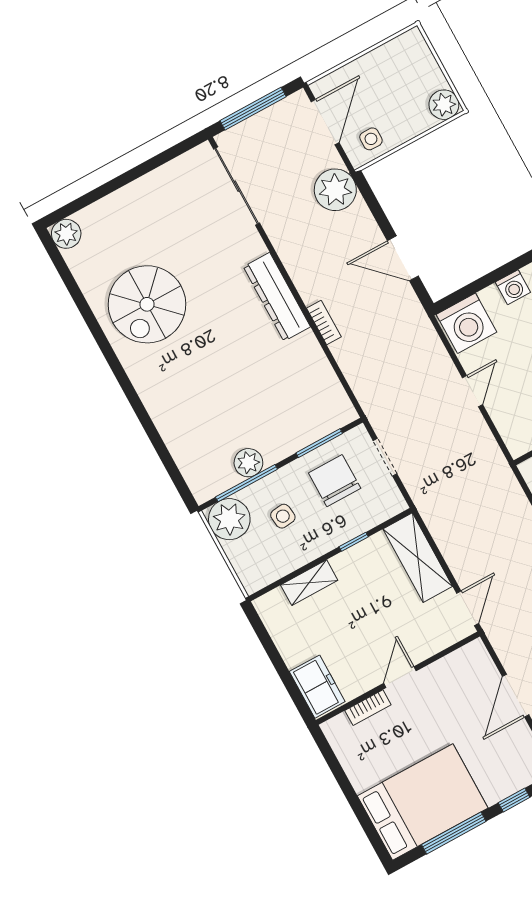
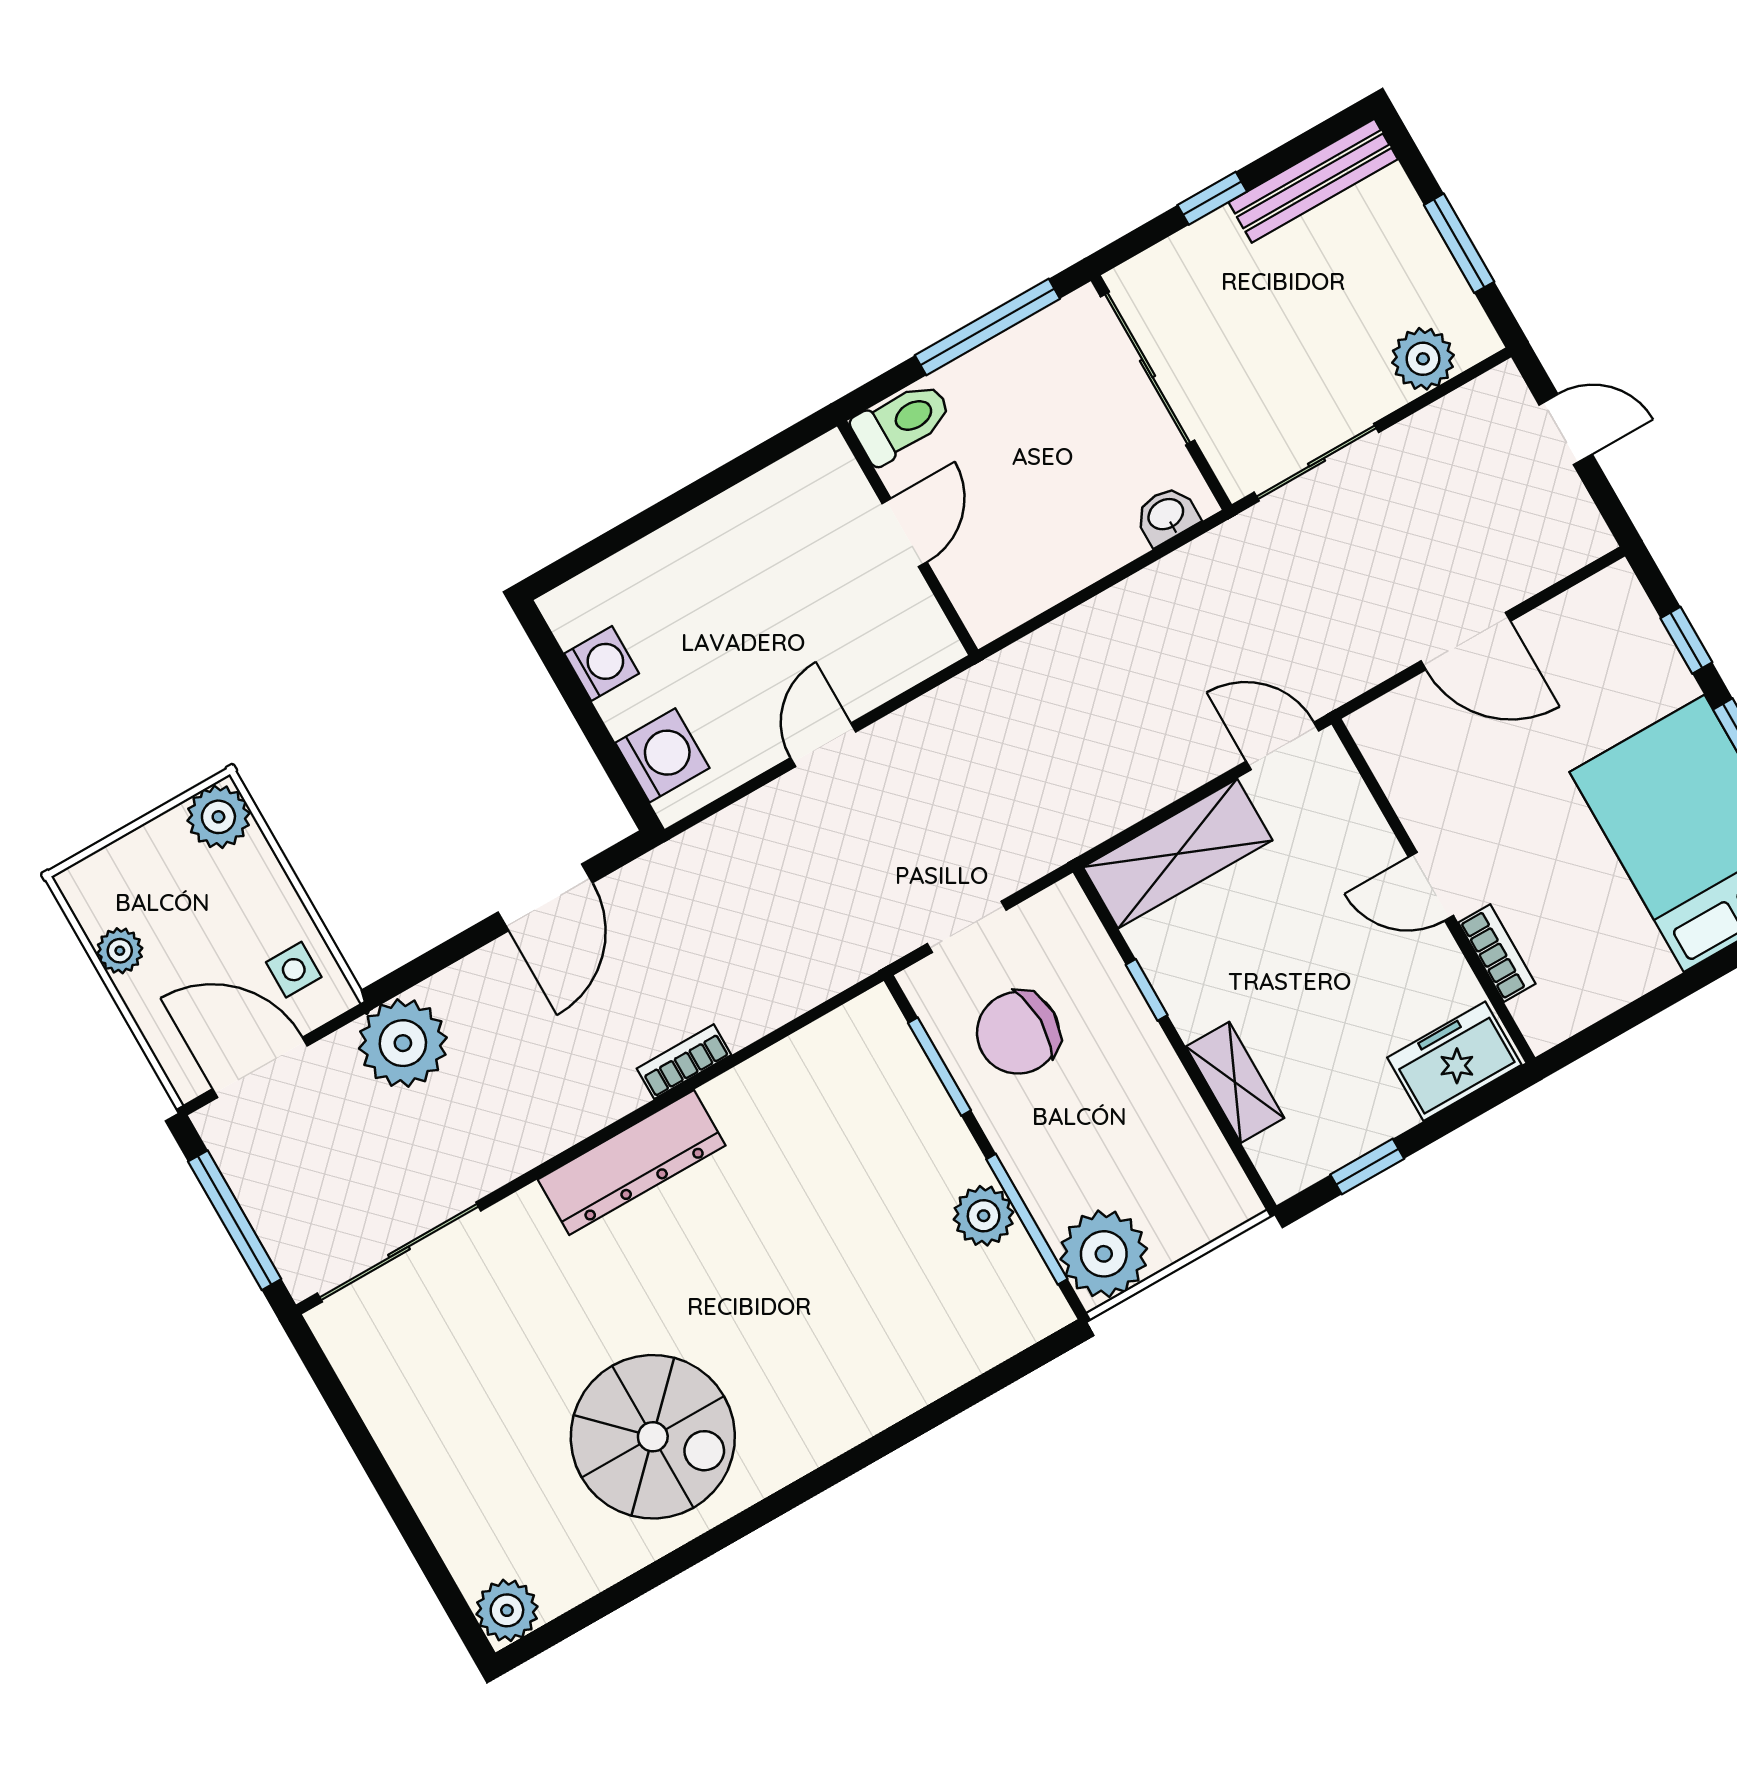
plant: (382, 57) -> (120, 951), added
washing machine: (466, 323) -> (662, 755), width x0.73, depth x0.73
door: (472, 391) -> (823, 745), hinge flipped
side table: (283, 516) -> (1095, 1141), removed
window: (268, 644) -> (1367, 1167), added

